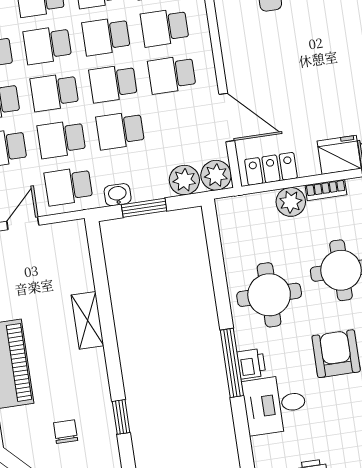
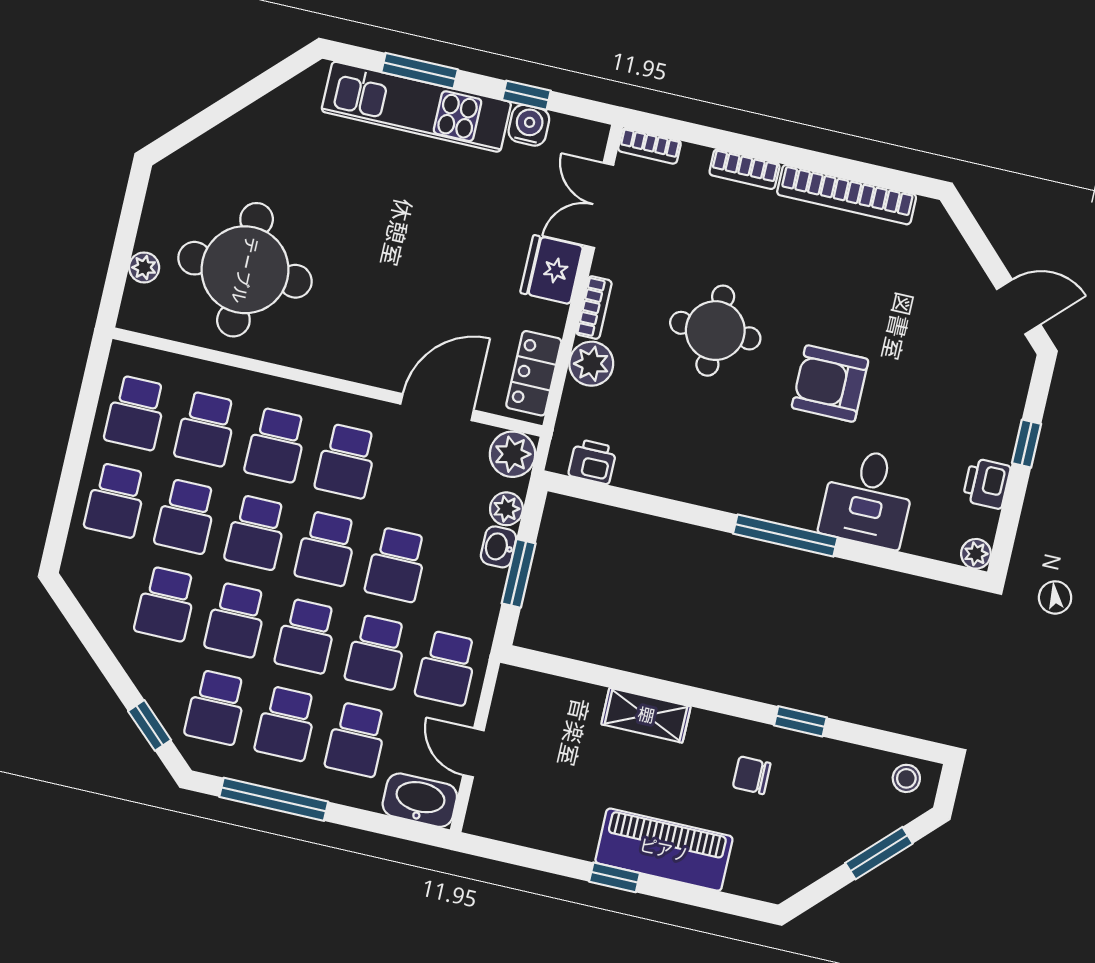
plant: (184, 180) -> (506, 509), width x0.73, depth x0.73
washbasin: (118, 195) -> (499, 547), moved
round table: (269, 295) -> (710, 445), removed
printer: (251, 364) -> (593, 462), moved
chair: (66, 432) -> (752, 775), moved

